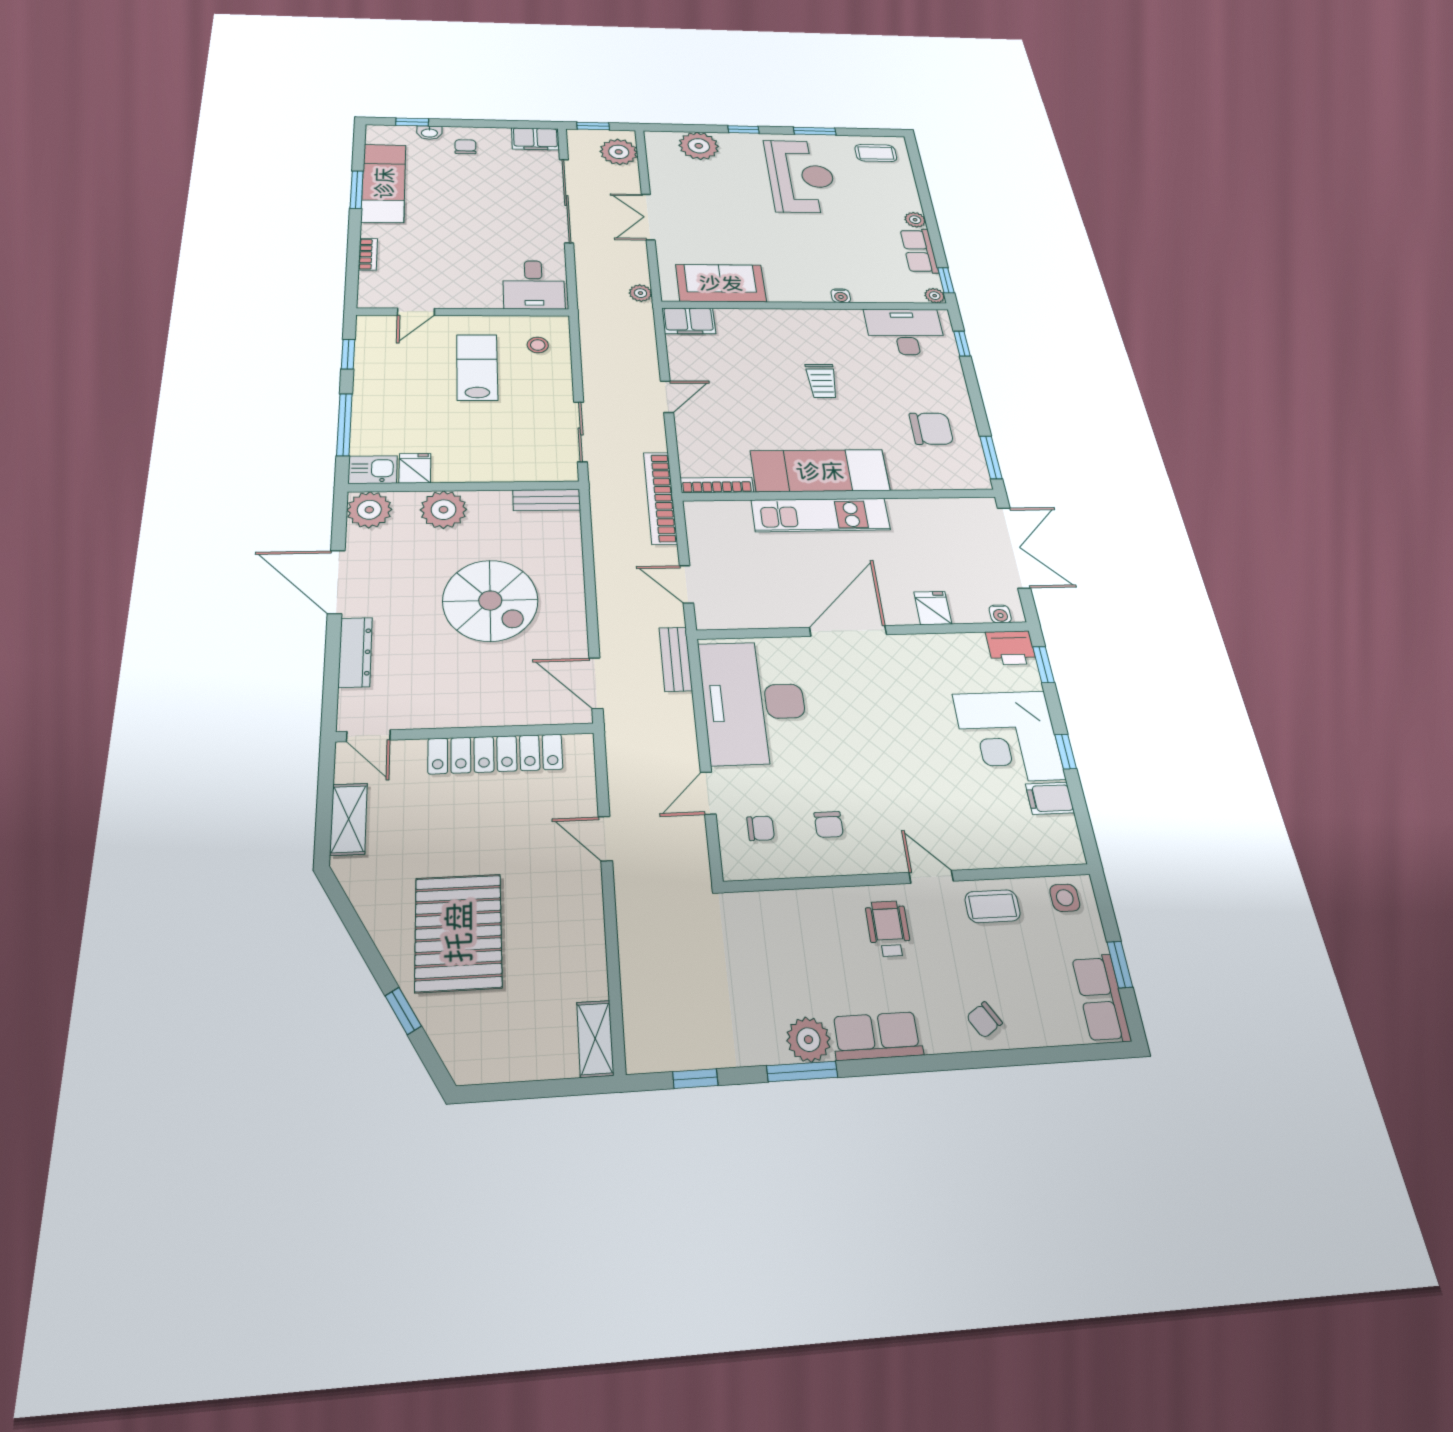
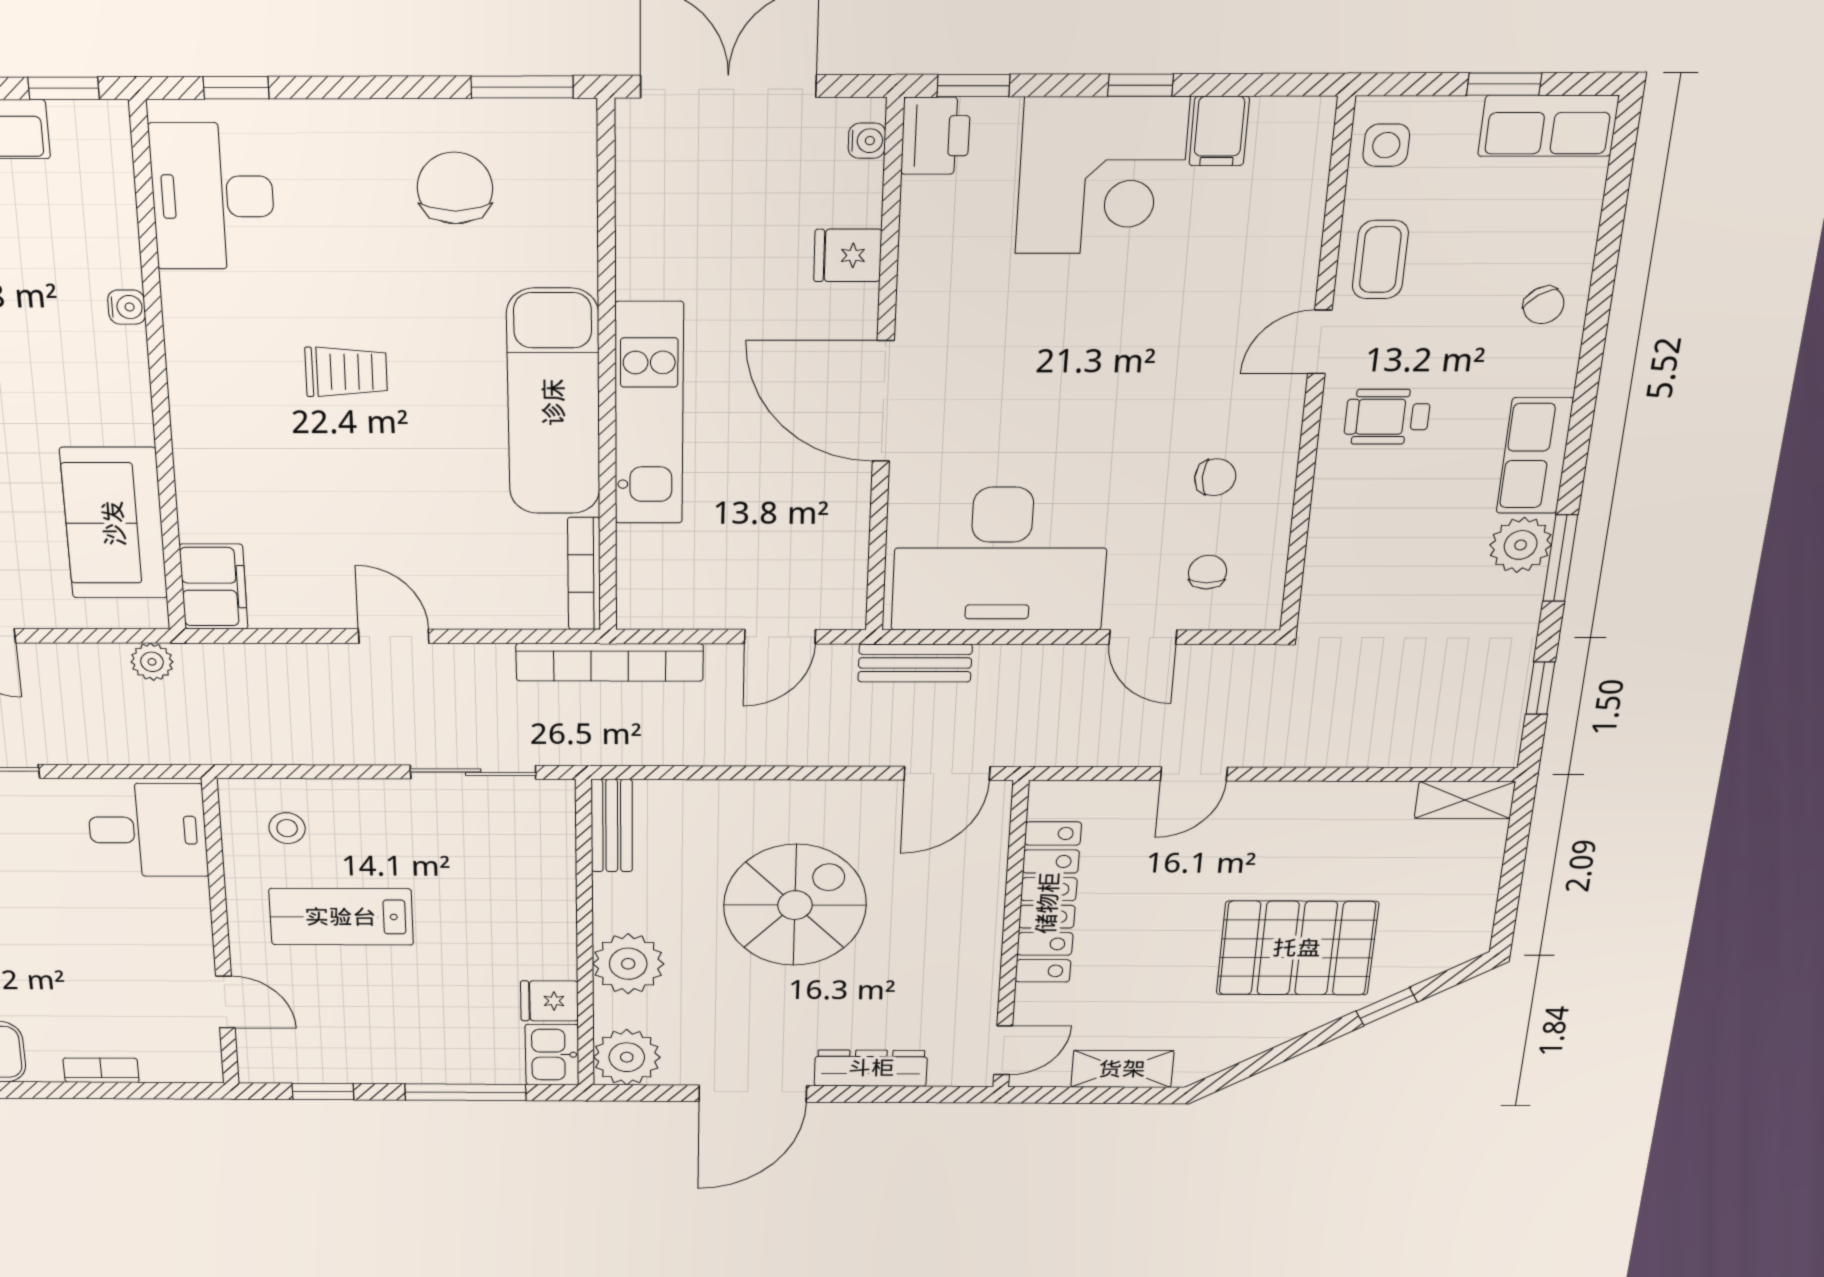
plant: (935, 296) -> (109, 120), removed

